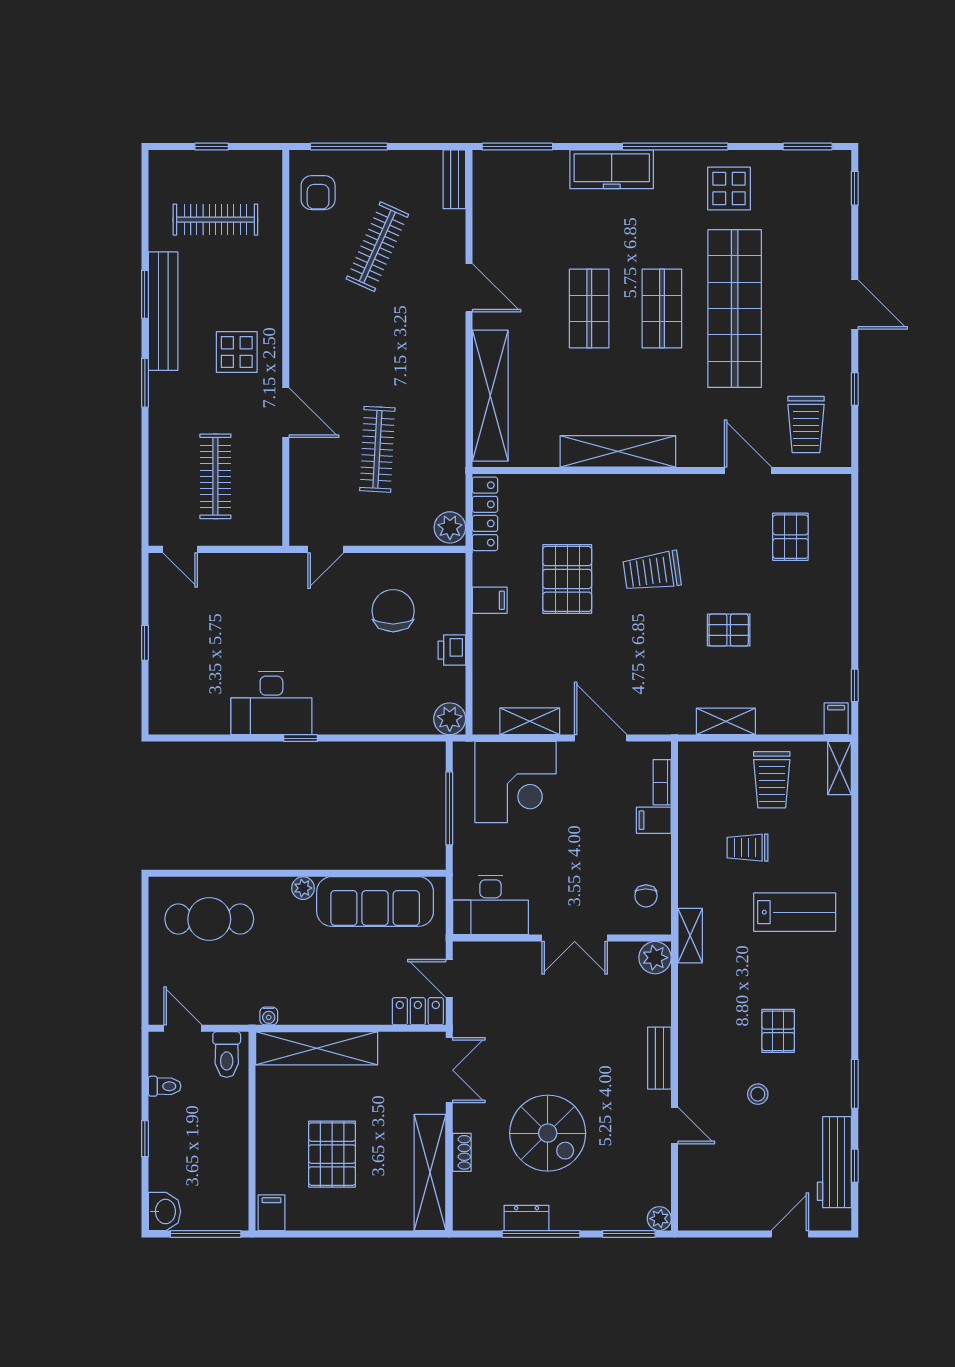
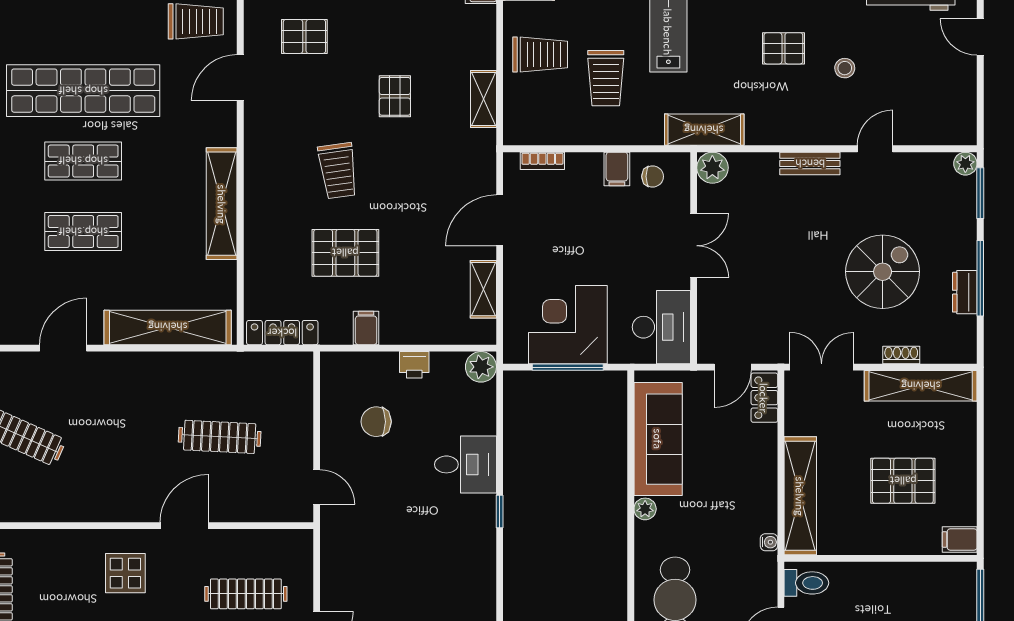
plant: (450, 527) -> (295, 367), removed
chair: (393, 611) -> (376, 422), width x0.73, depth x0.73
desk: (271, 703) -> (465, 464), moved, width x0.73
corner desk: (515, 782) -> (568, 325), moved, turned -90
filing cabinet: (654, 820) -> (617, 169), moved
trolley: (747, 848) -> (606, 78), width x1.36, depth x1.39
shelving: (690, 936) -> (704, 130), width x1.50, depth x1.33

